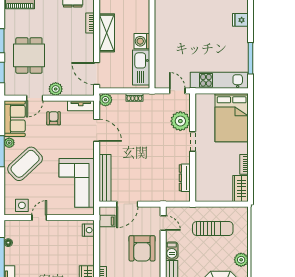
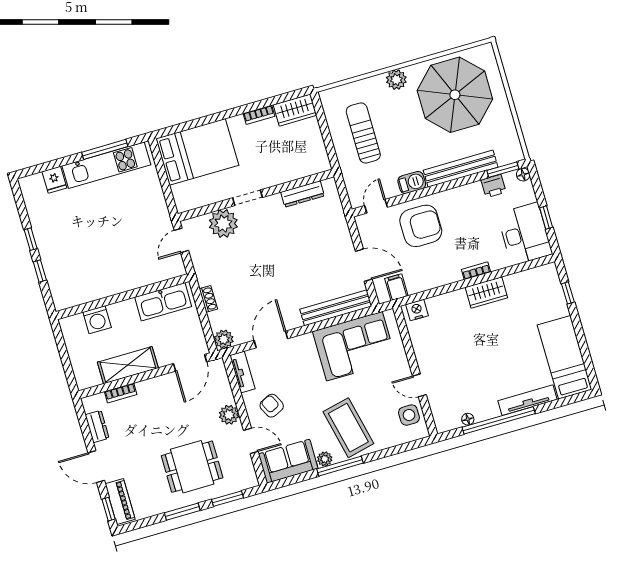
washing machine: (142, 41) -> (97, 320), moved
kitchen unit: (219, 80) -> (106, 165), moved, turned -90
armchair: (54, 118) -> (272, 406), turned 64
coffee table: (25, 164) -> (348, 428), turned 30

